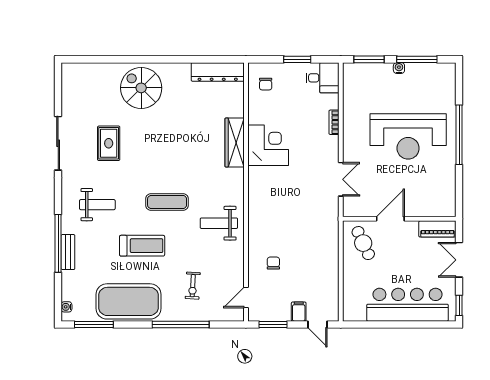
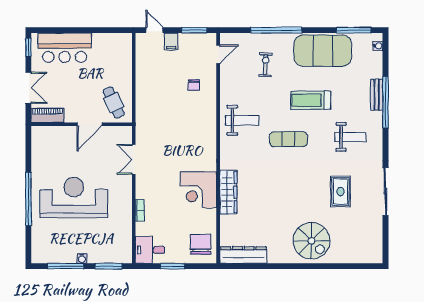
chair: (266, 84) -> (201, 244), width x1.87, depth x1.87
weight bench: (97, 205) -> (350, 137), turned 180
bar counter: (408, 305) -> (65, 48), width x0.73

